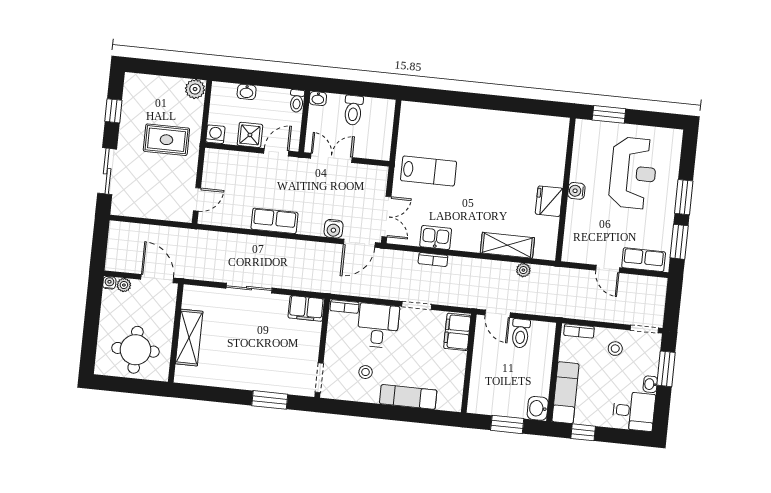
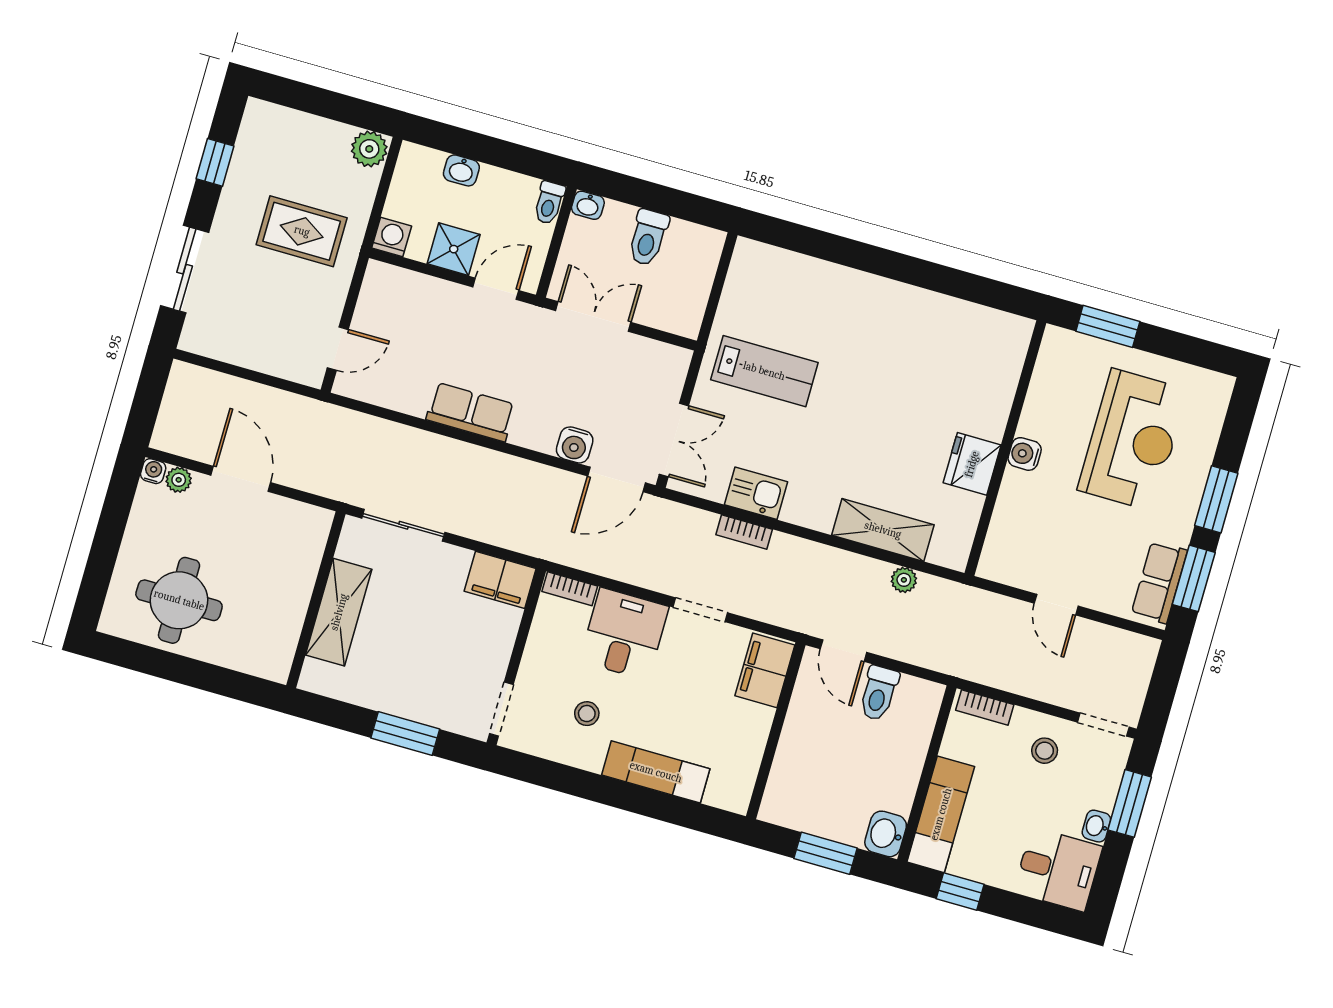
row of seats: (644, 260) -> (1159, 582), moved, turned -90
wall: (176, 333) -> (316, 600), moved
shelving: (189, 338) -> (339, 612), moved

